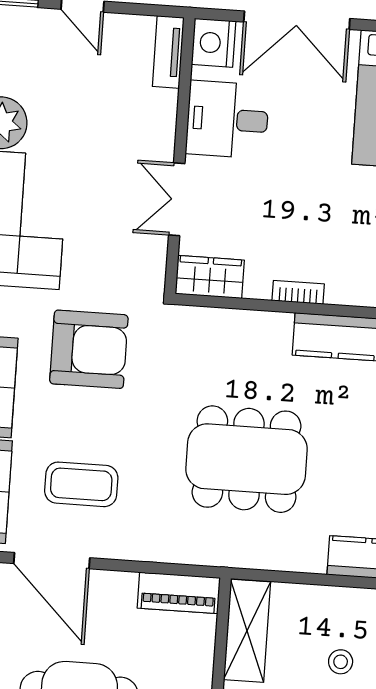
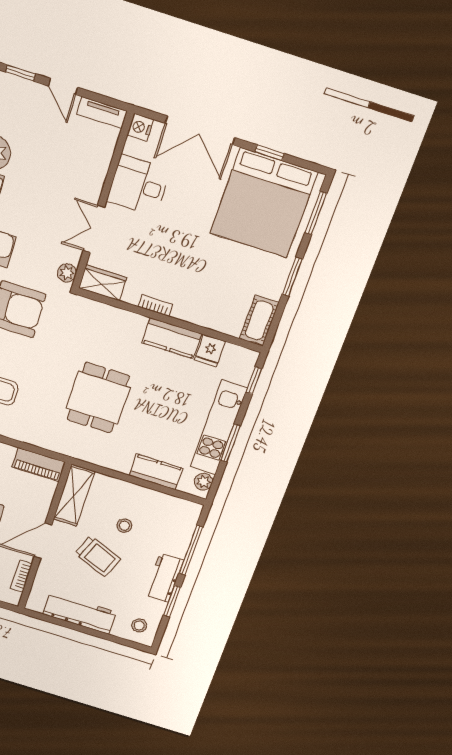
nightstand: (214, 43) -> (140, 127), width x0.74, depth x0.75
tv unit: (168, 52) -> (102, 113), moved, turned -90
plant: (152, 275) -> (67, 273), added
dining table: (246, 459) -> (98, 398), width x0.73

